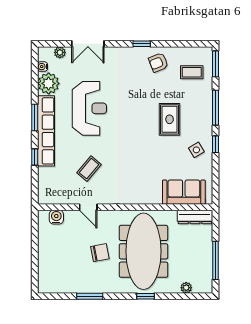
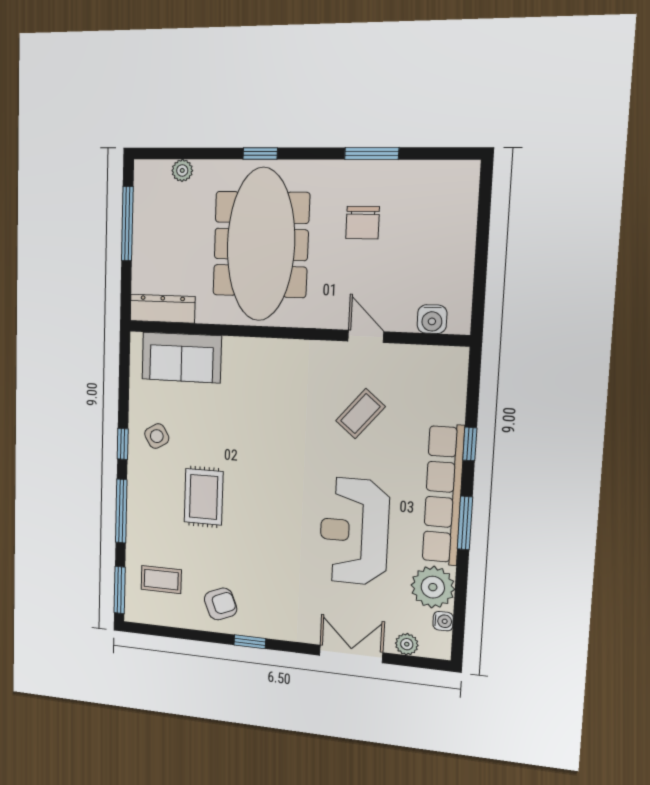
chair: (100, 253) -> (362, 223), moved, turned -79

